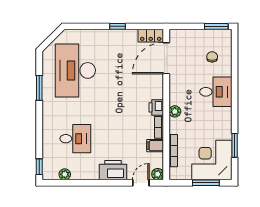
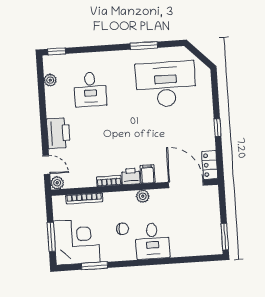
chair: (212, 57) -> (122, 229), moved
plant: (175, 111) -> (143, 196), moved
filing cabinet: (155, 146) -> (148, 174), moved

